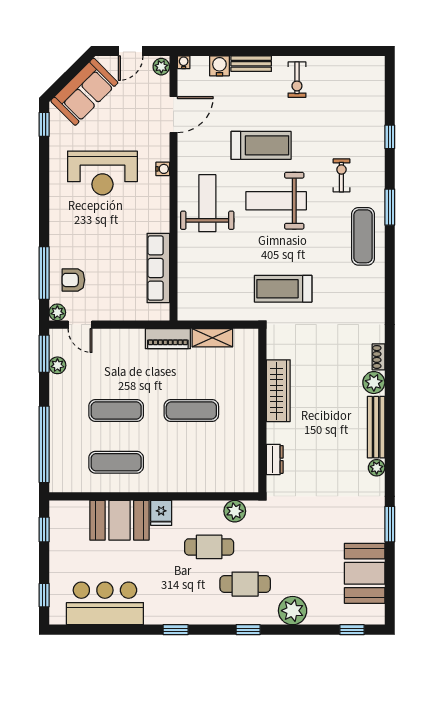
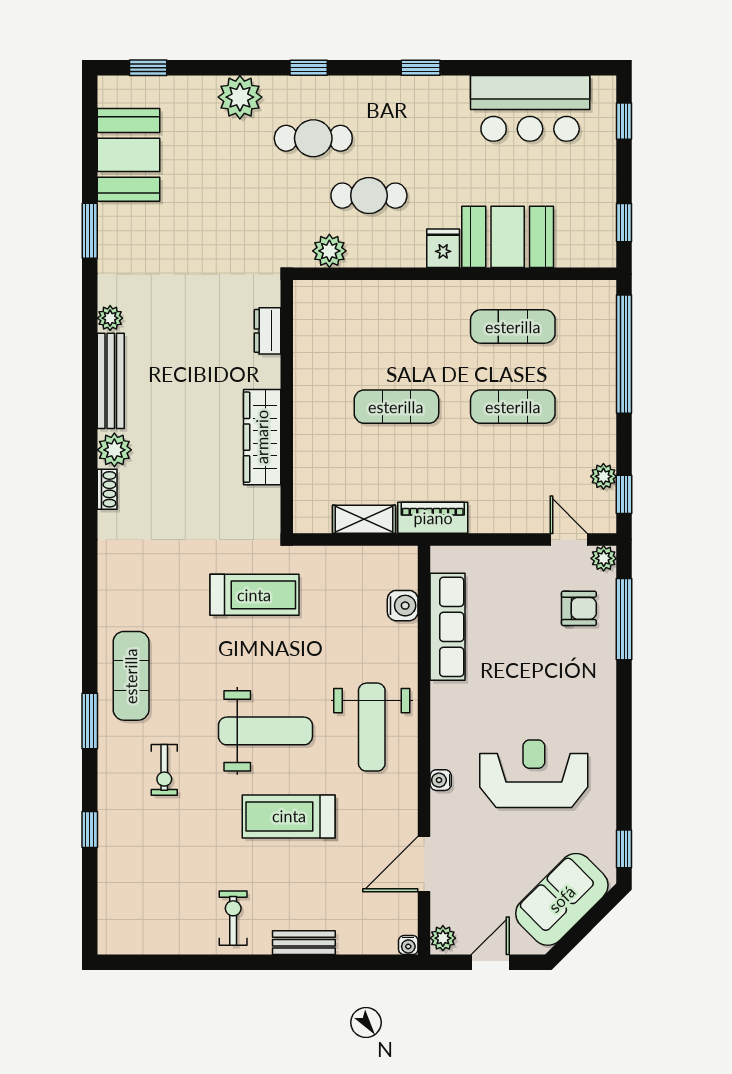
water cooler: (219, 66) -> (403, 606), moved, turned -90
window: (44, 354) -> (624, 494), width x0.67

